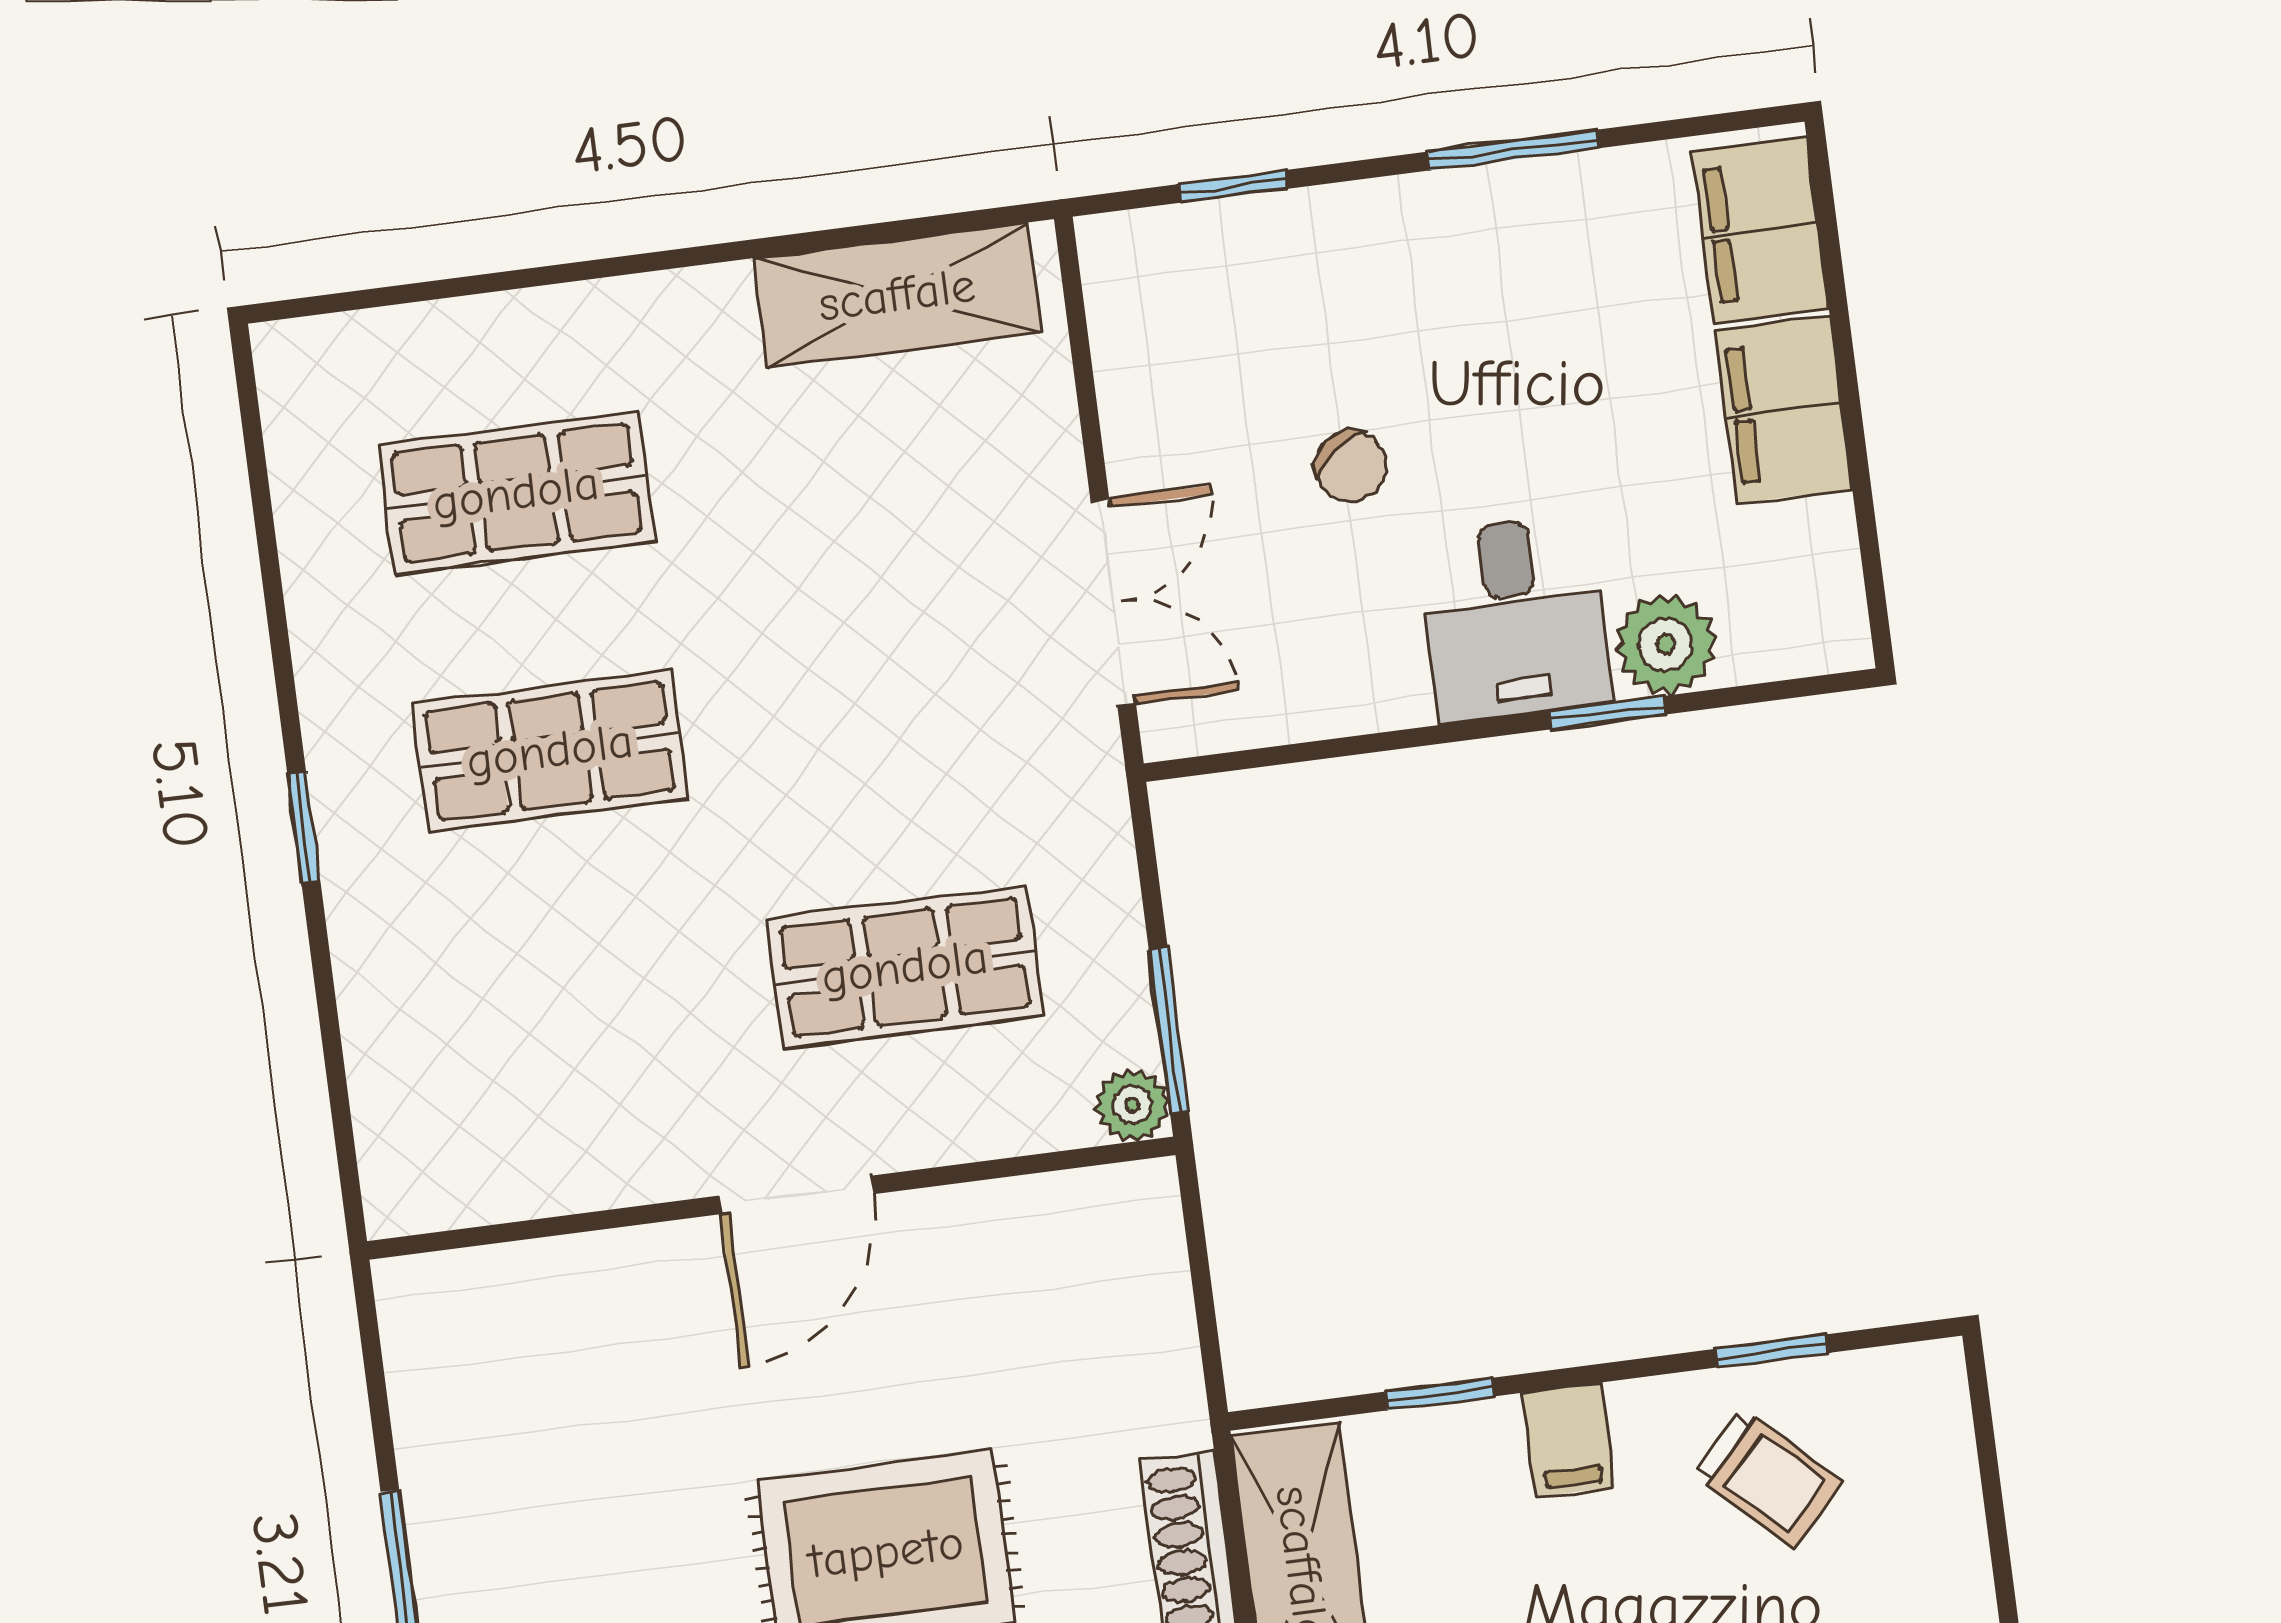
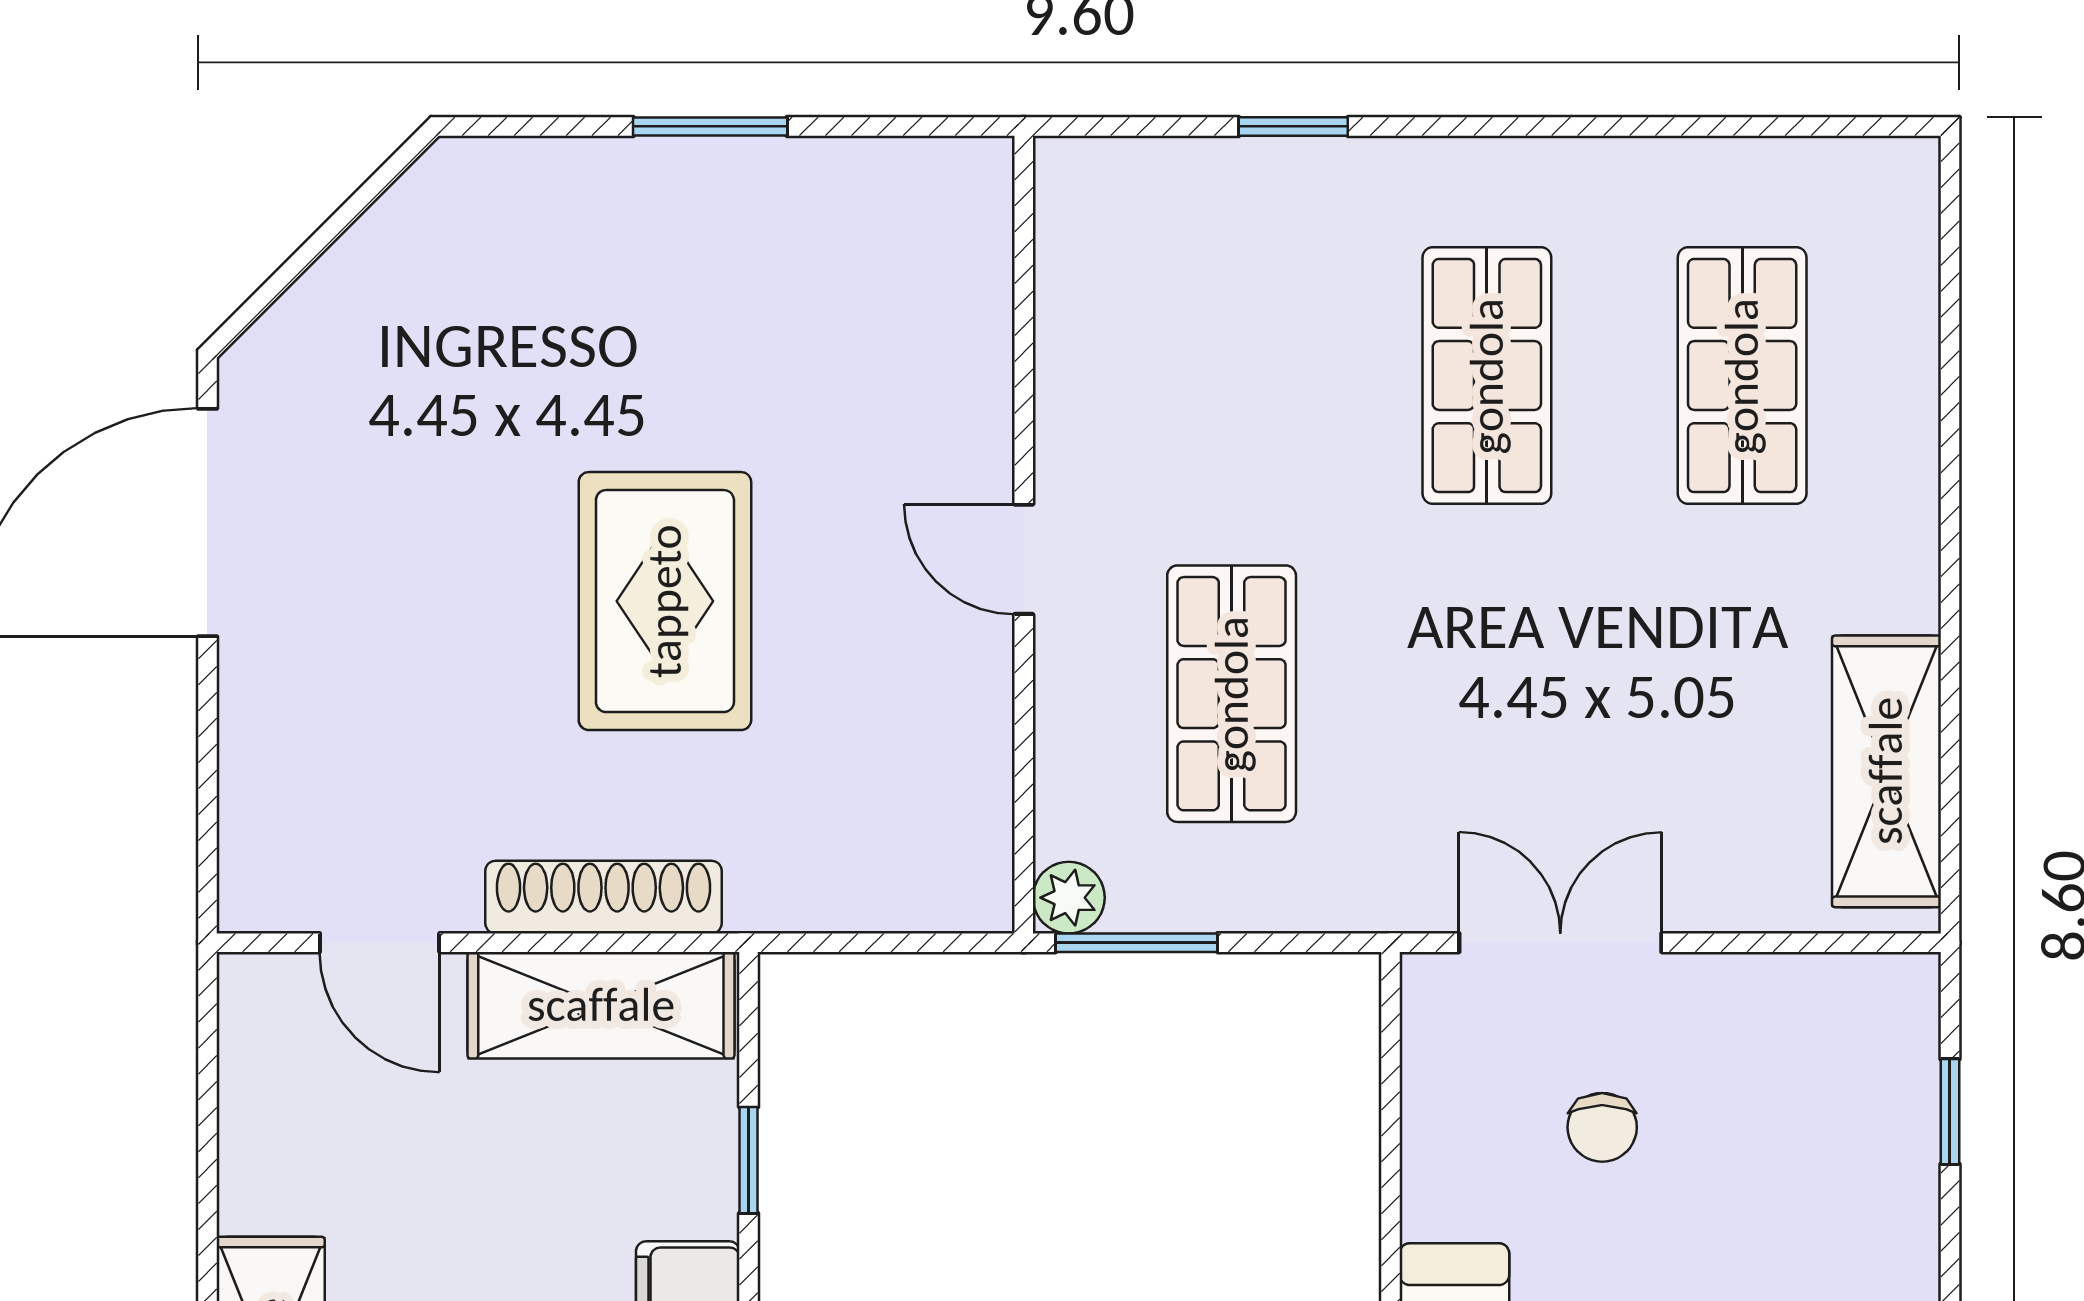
chair: (1351, 466) -> (1602, 1127), moved, turned -53
double door: (1113, 602) -> (1560, 943), swing flipped
window: (304, 828) -> (1293, 126), moved
door: (796, 1195) -> (1024, 559), width x0.73

